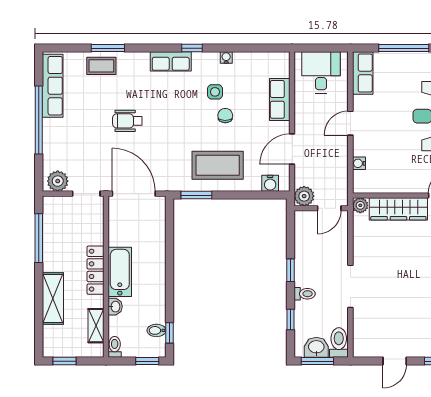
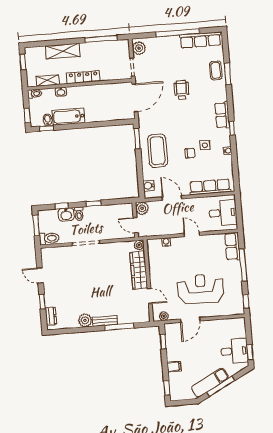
row of seats: (363, 73) -> (233, 246), moved, turned 90
row of seats: (280, 99) -> (210, 187), width x1.48
bathtub: (120, 272) -> (68, 117), moved, turned 180
washbasin: (316, 347) -> (66, 215), moved, turned 90

